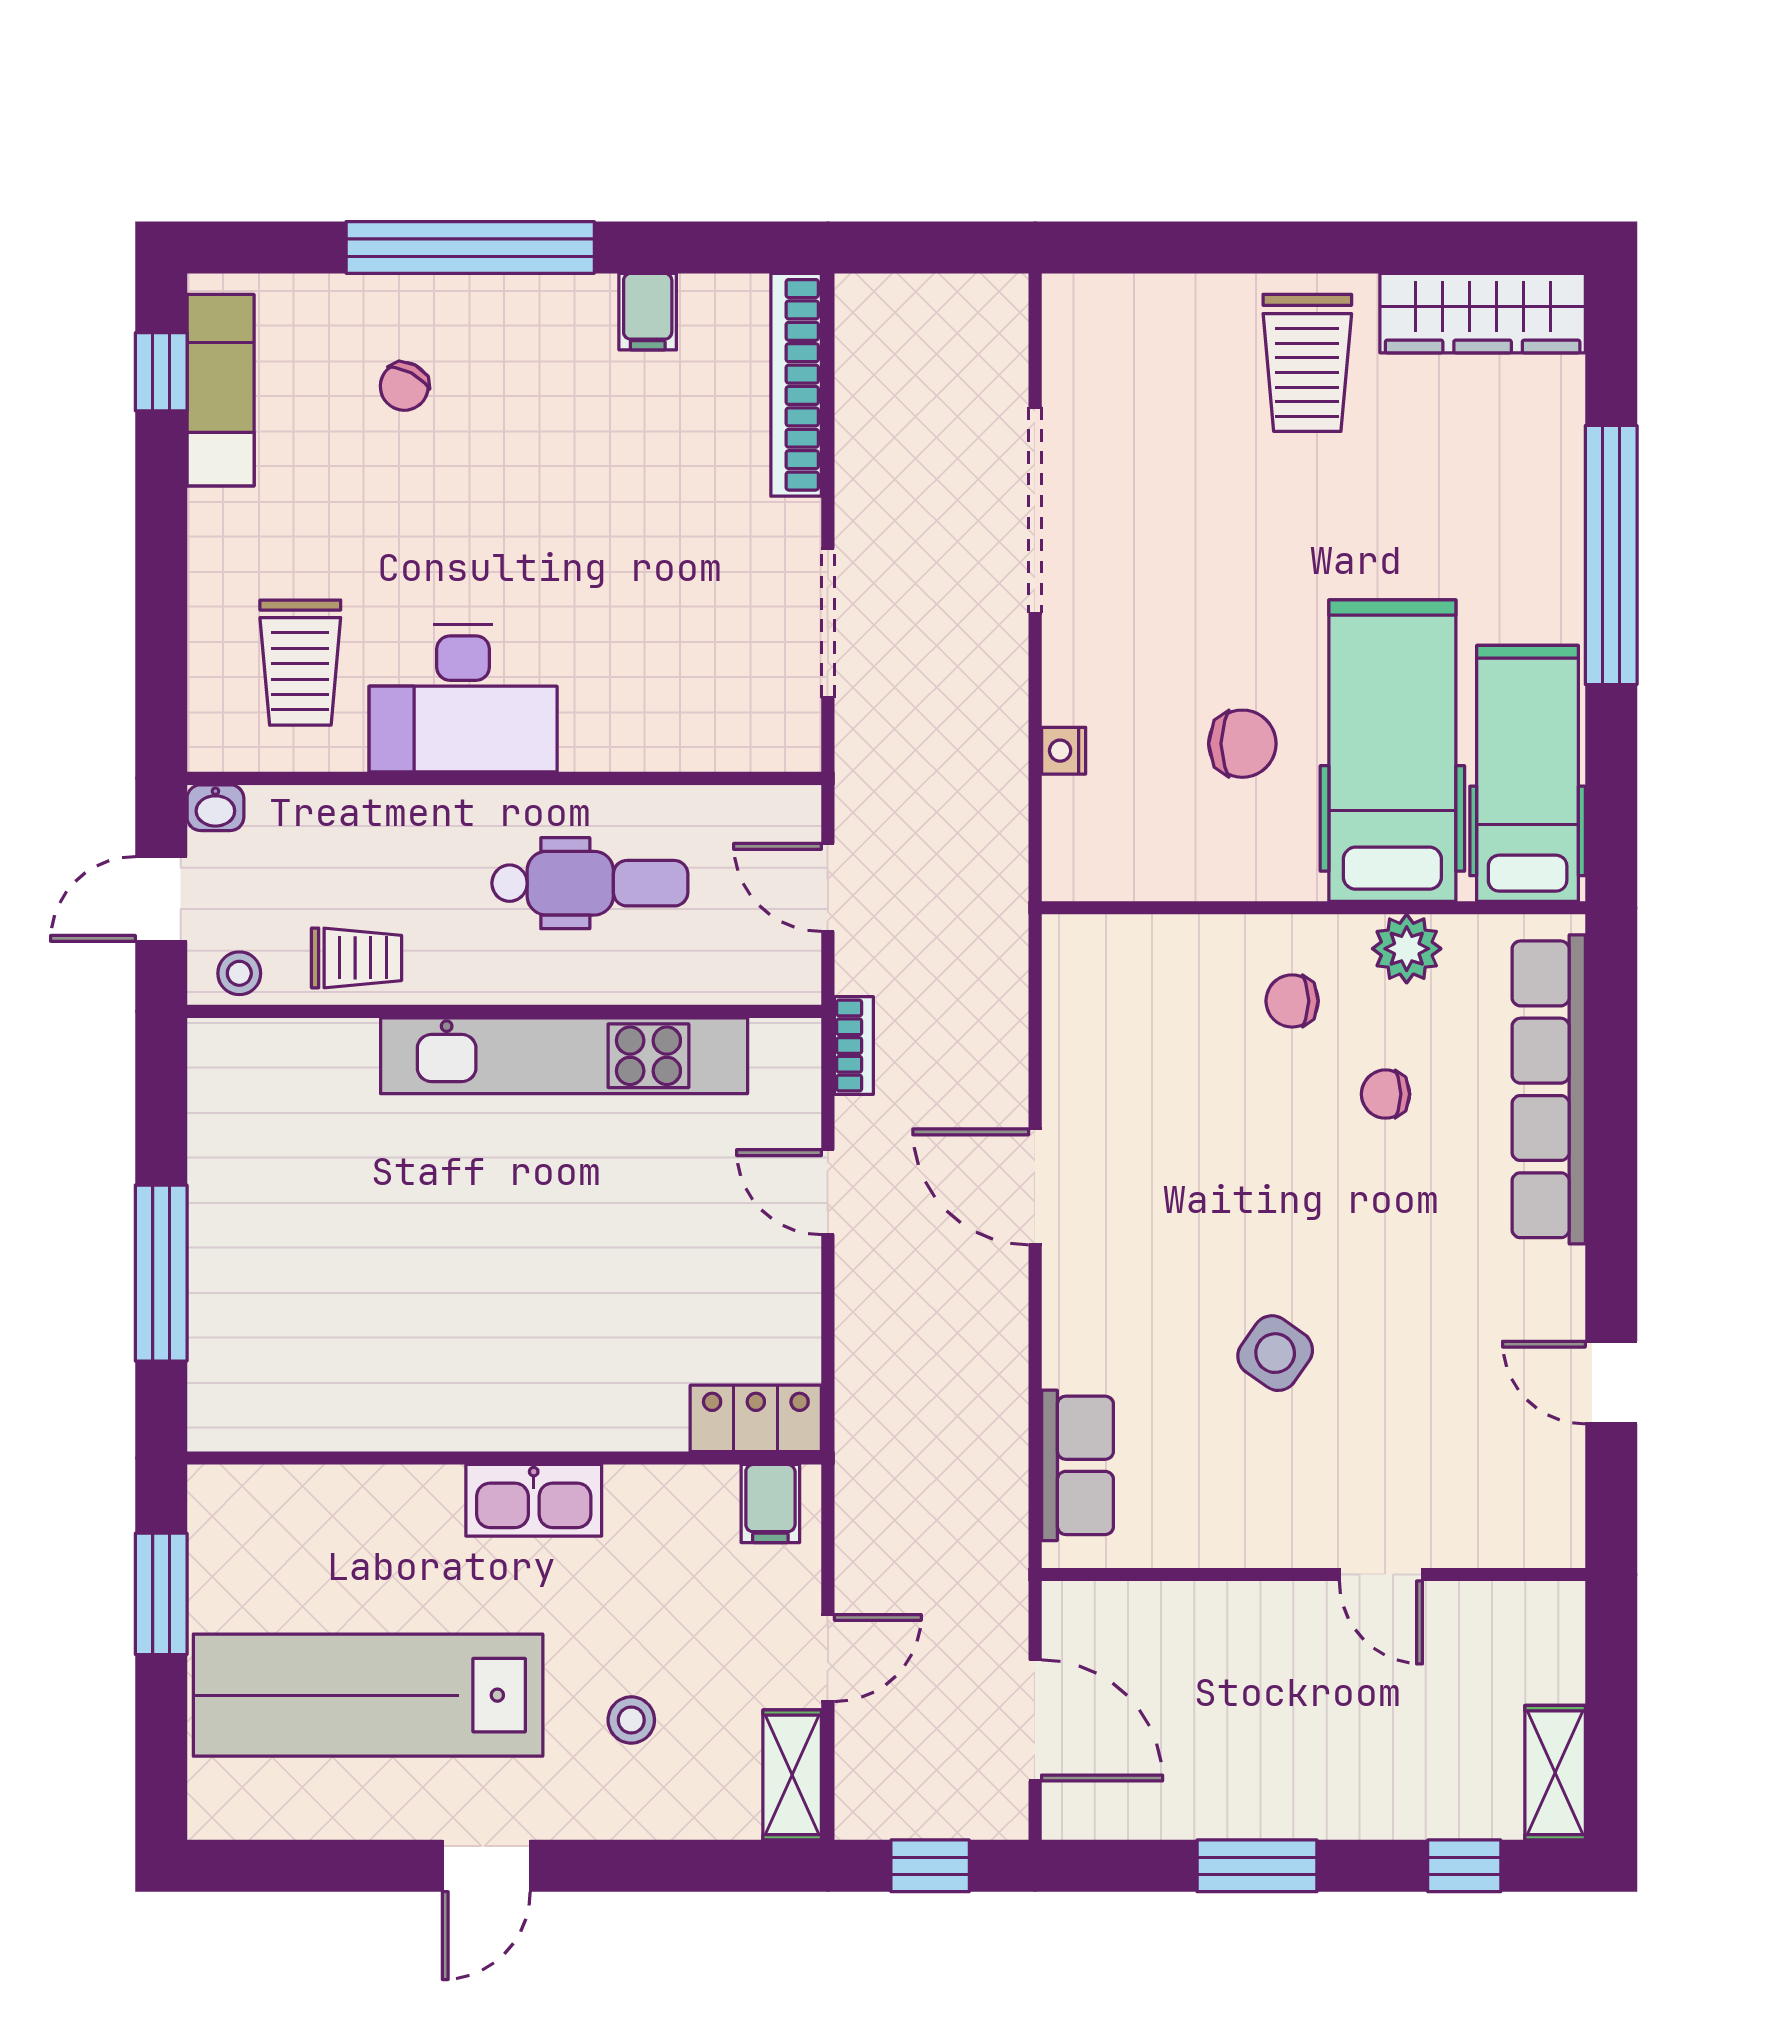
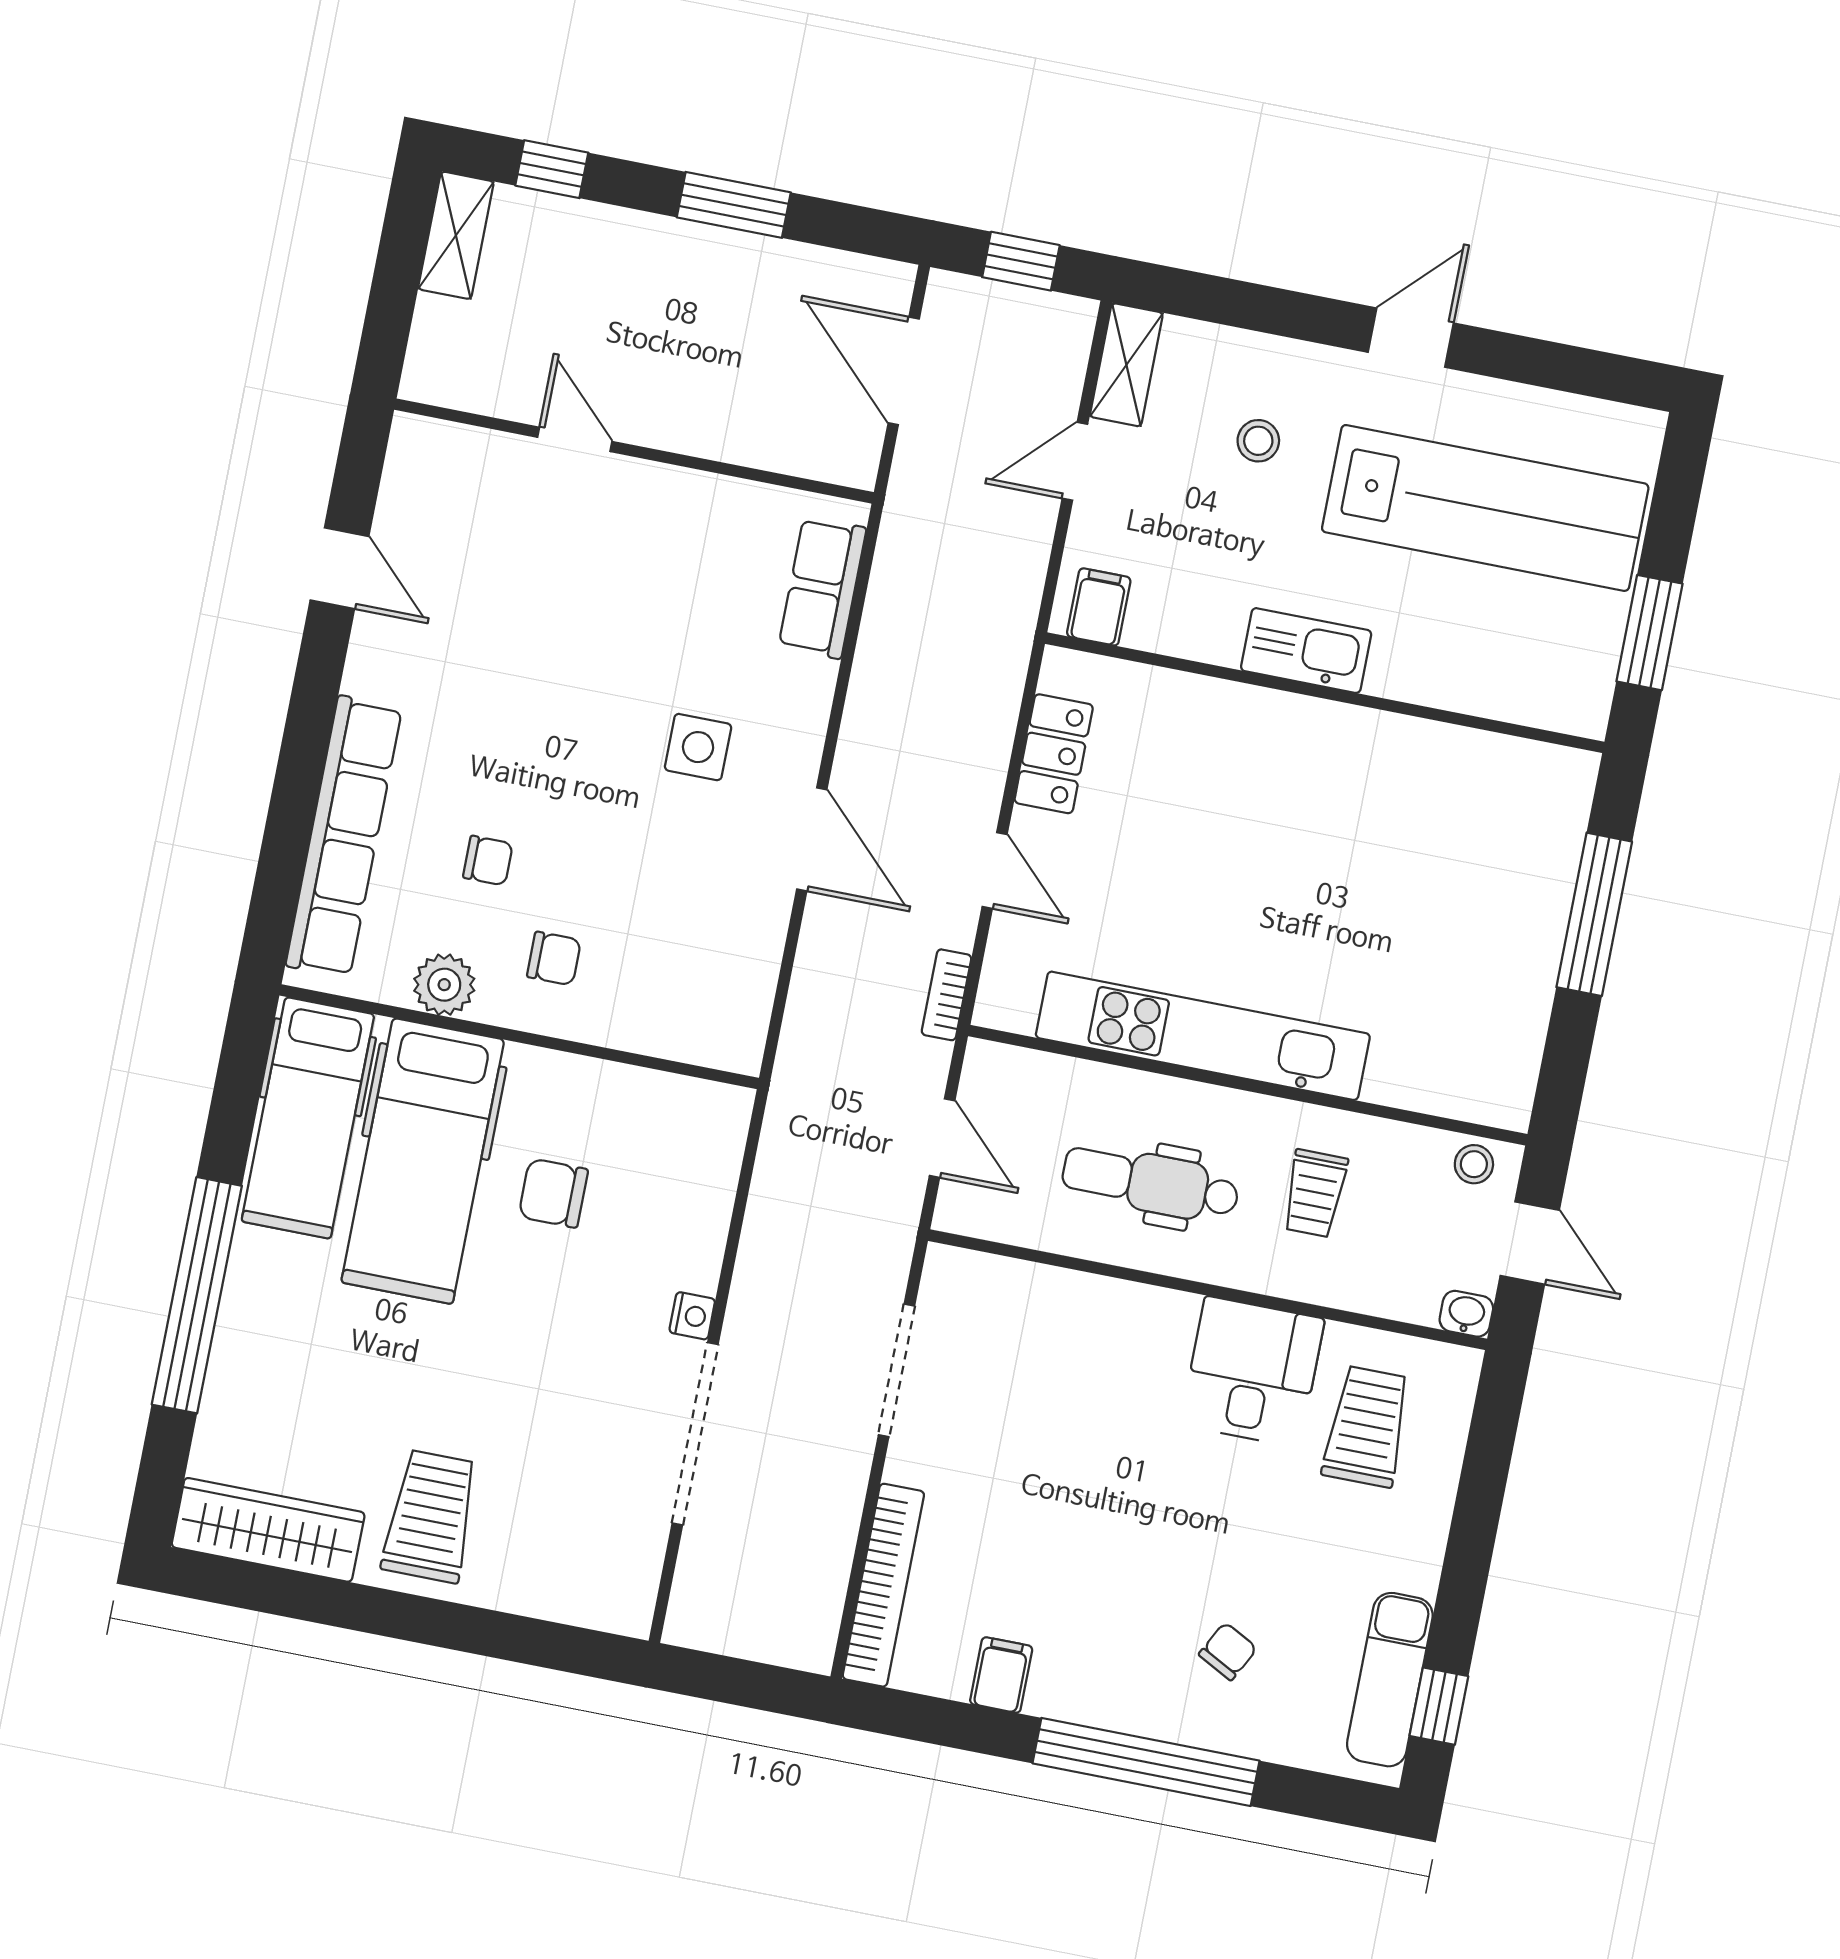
desk: (463, 698) -> (1252, 1372), width x0.73
nightstand: (1064, 751) -> (692, 1316), moved
door: (161, 899) -> (1530, 1243), hinge flipped
trolley: (357, 958) -> (1315, 1193), moved, turned -90
side table: (1275, 1353) -> (698, 747), moved, turned -35
locker: (756, 1418) -> (1054, 754), moved, turned -90

